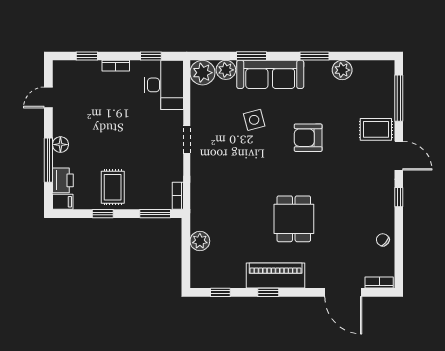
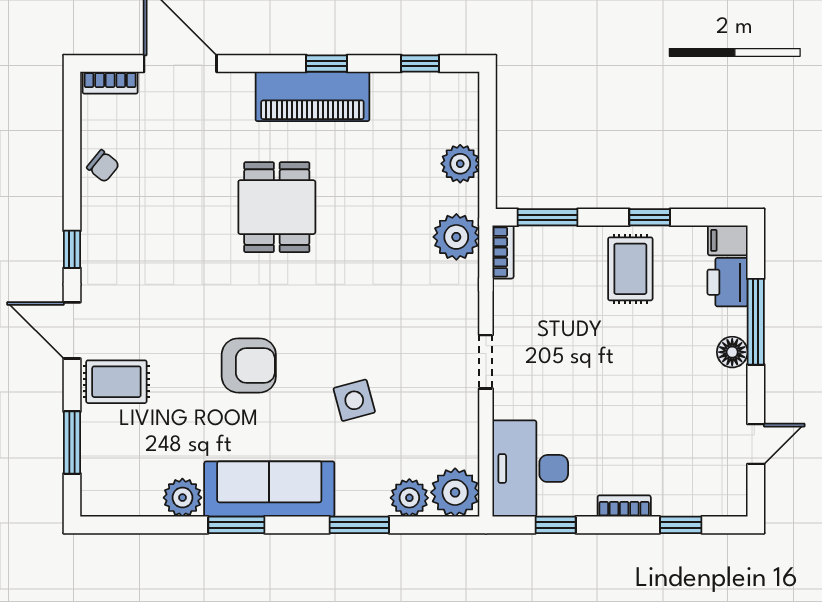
sofa: (270, 74) -> (269, 489), moved
window: (399, 98) -> (72, 442), width x0.69
plant: (202, 204) -> (456, 237), added

